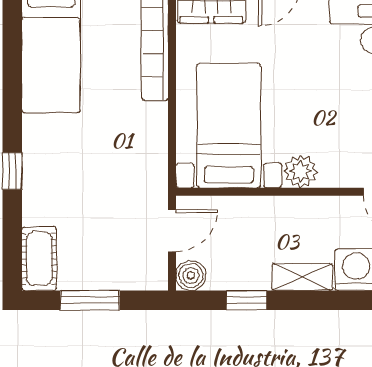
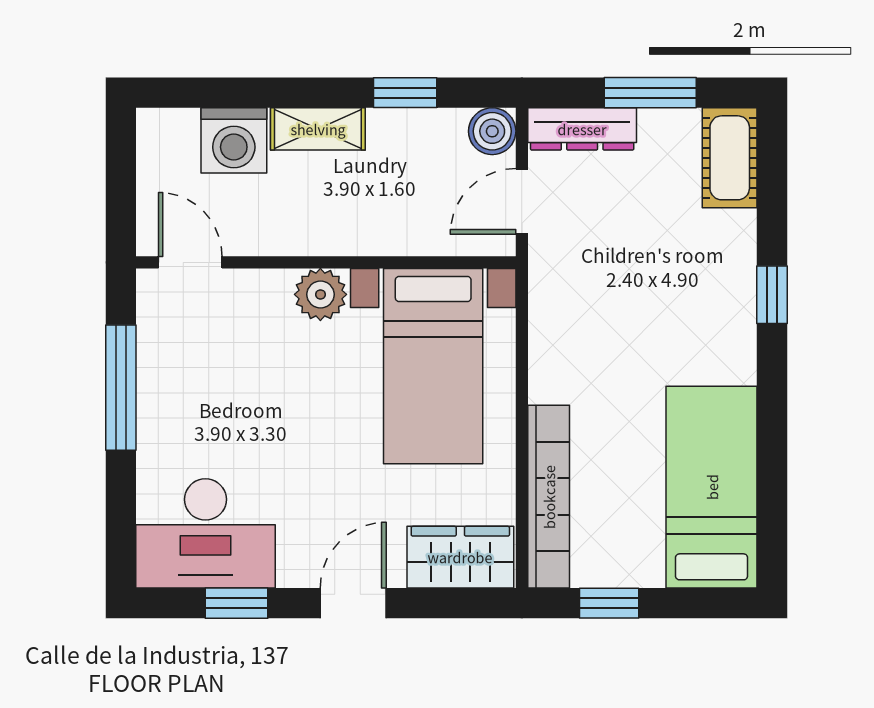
dresser: (133, 277) -> (582, 129), added

